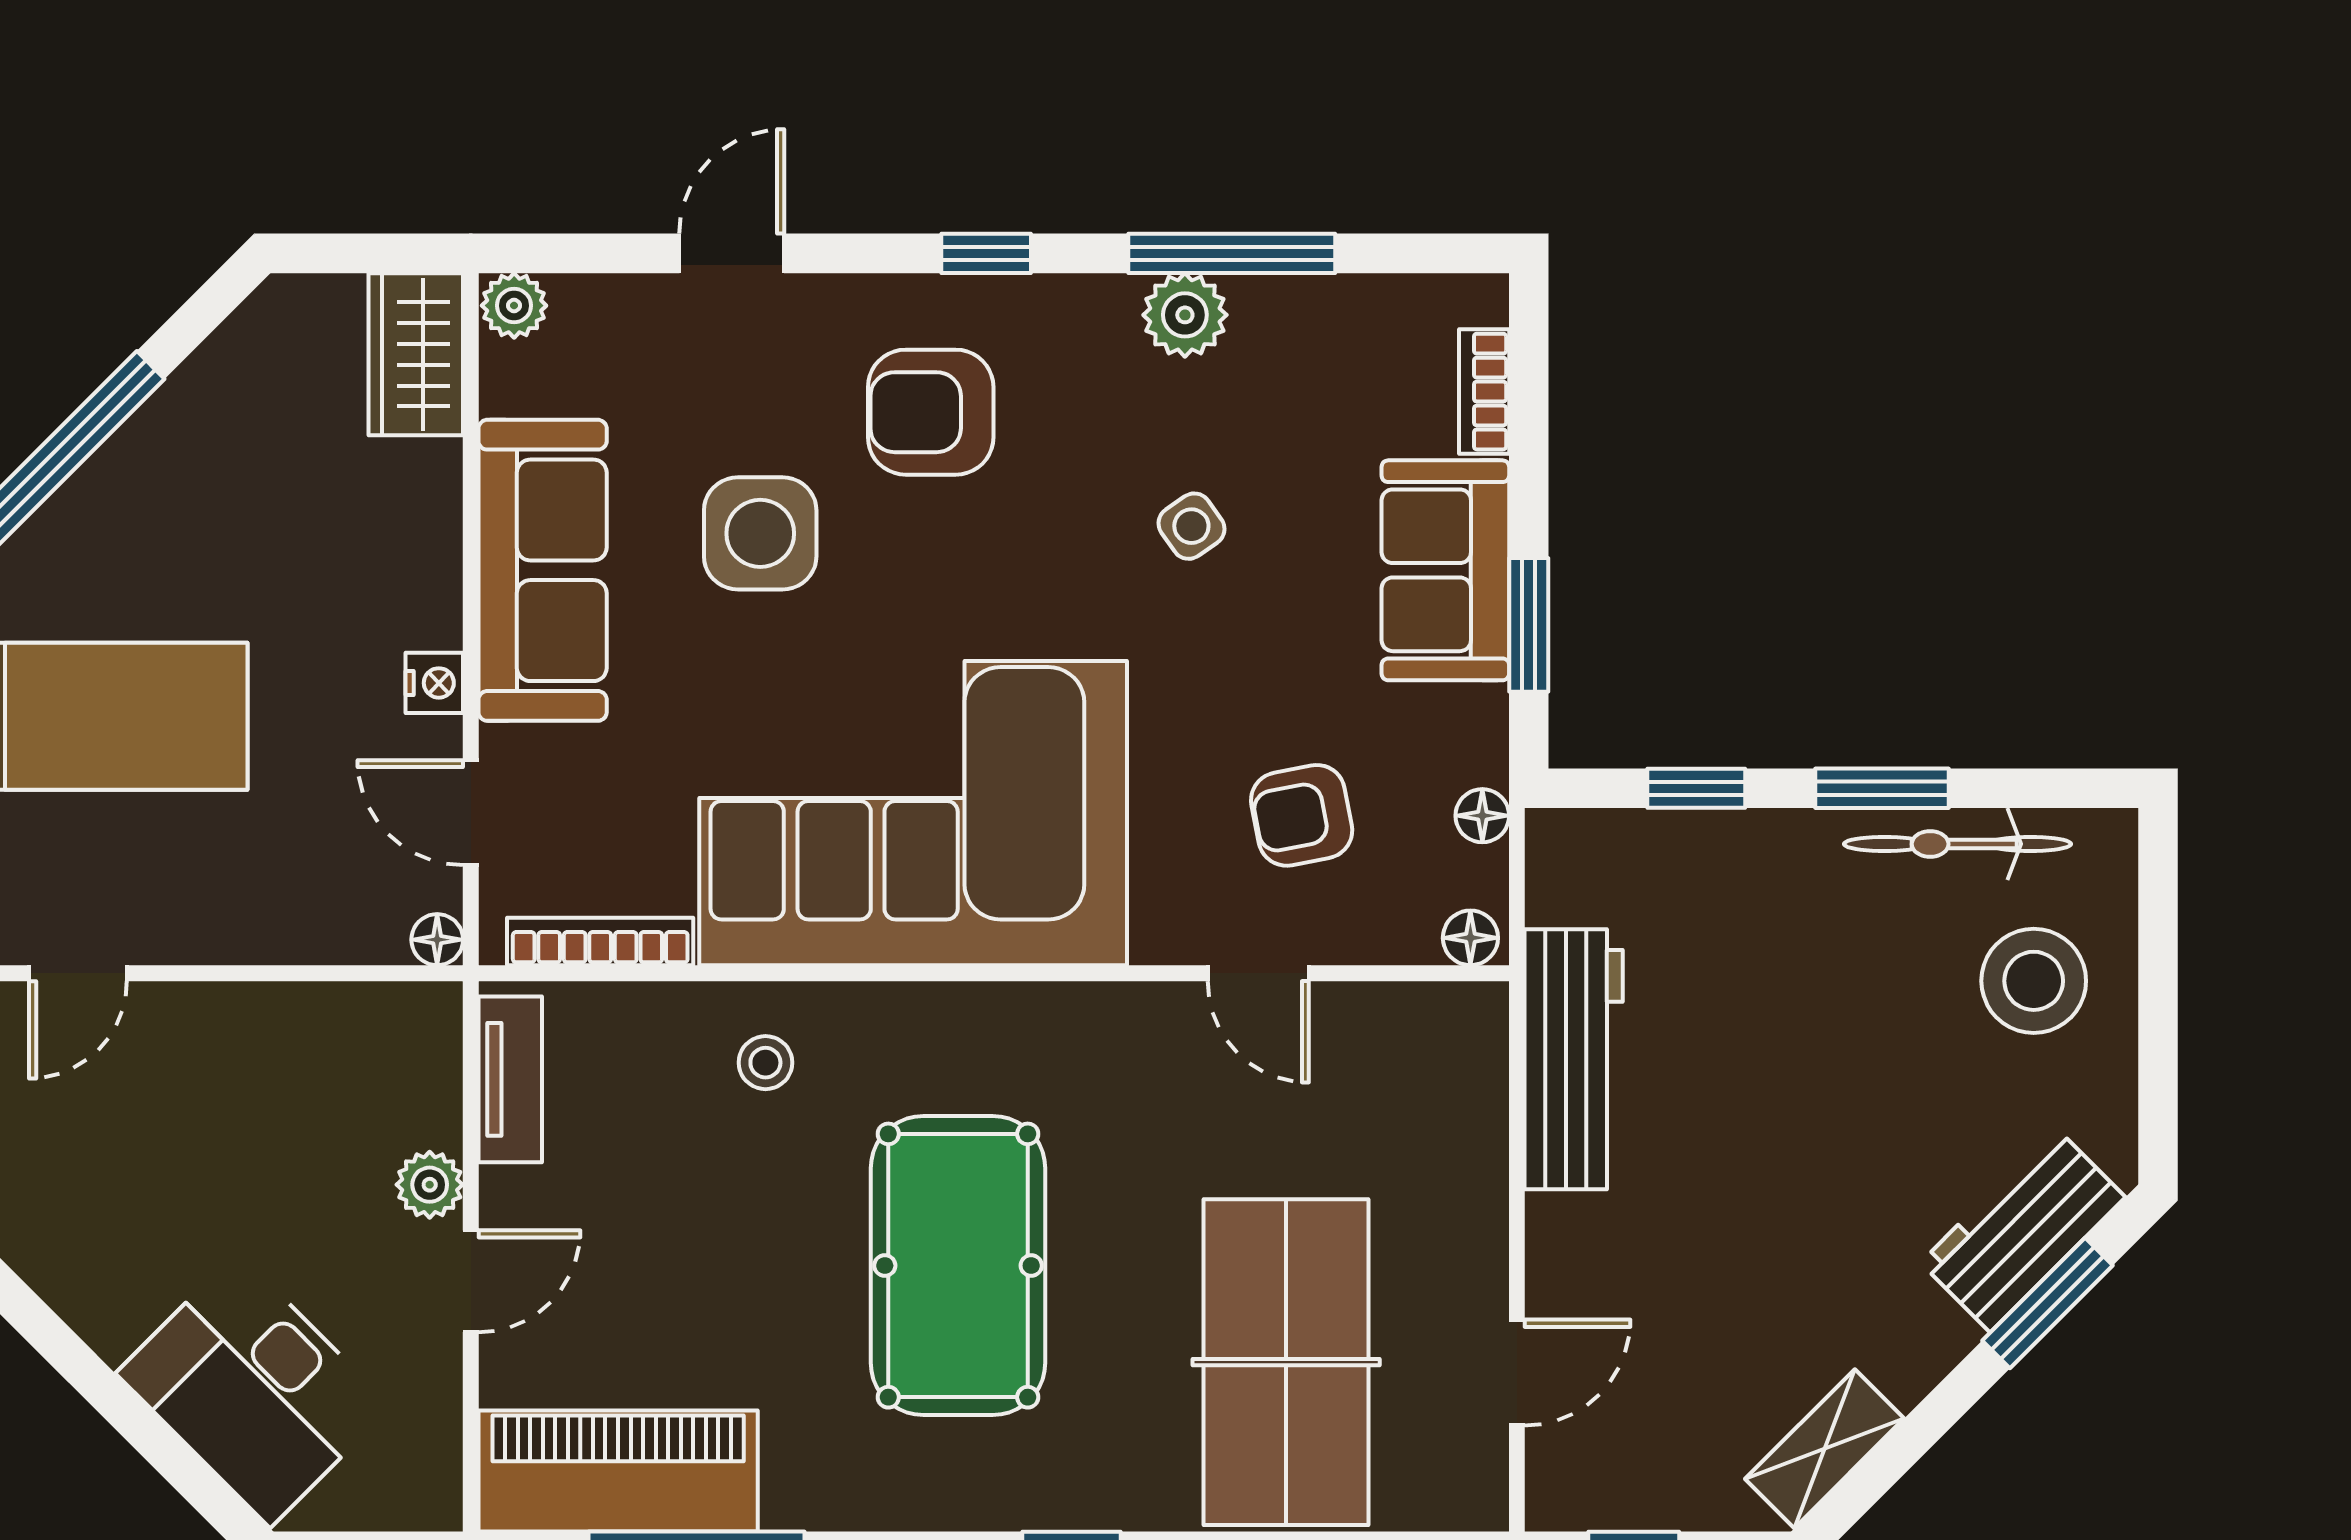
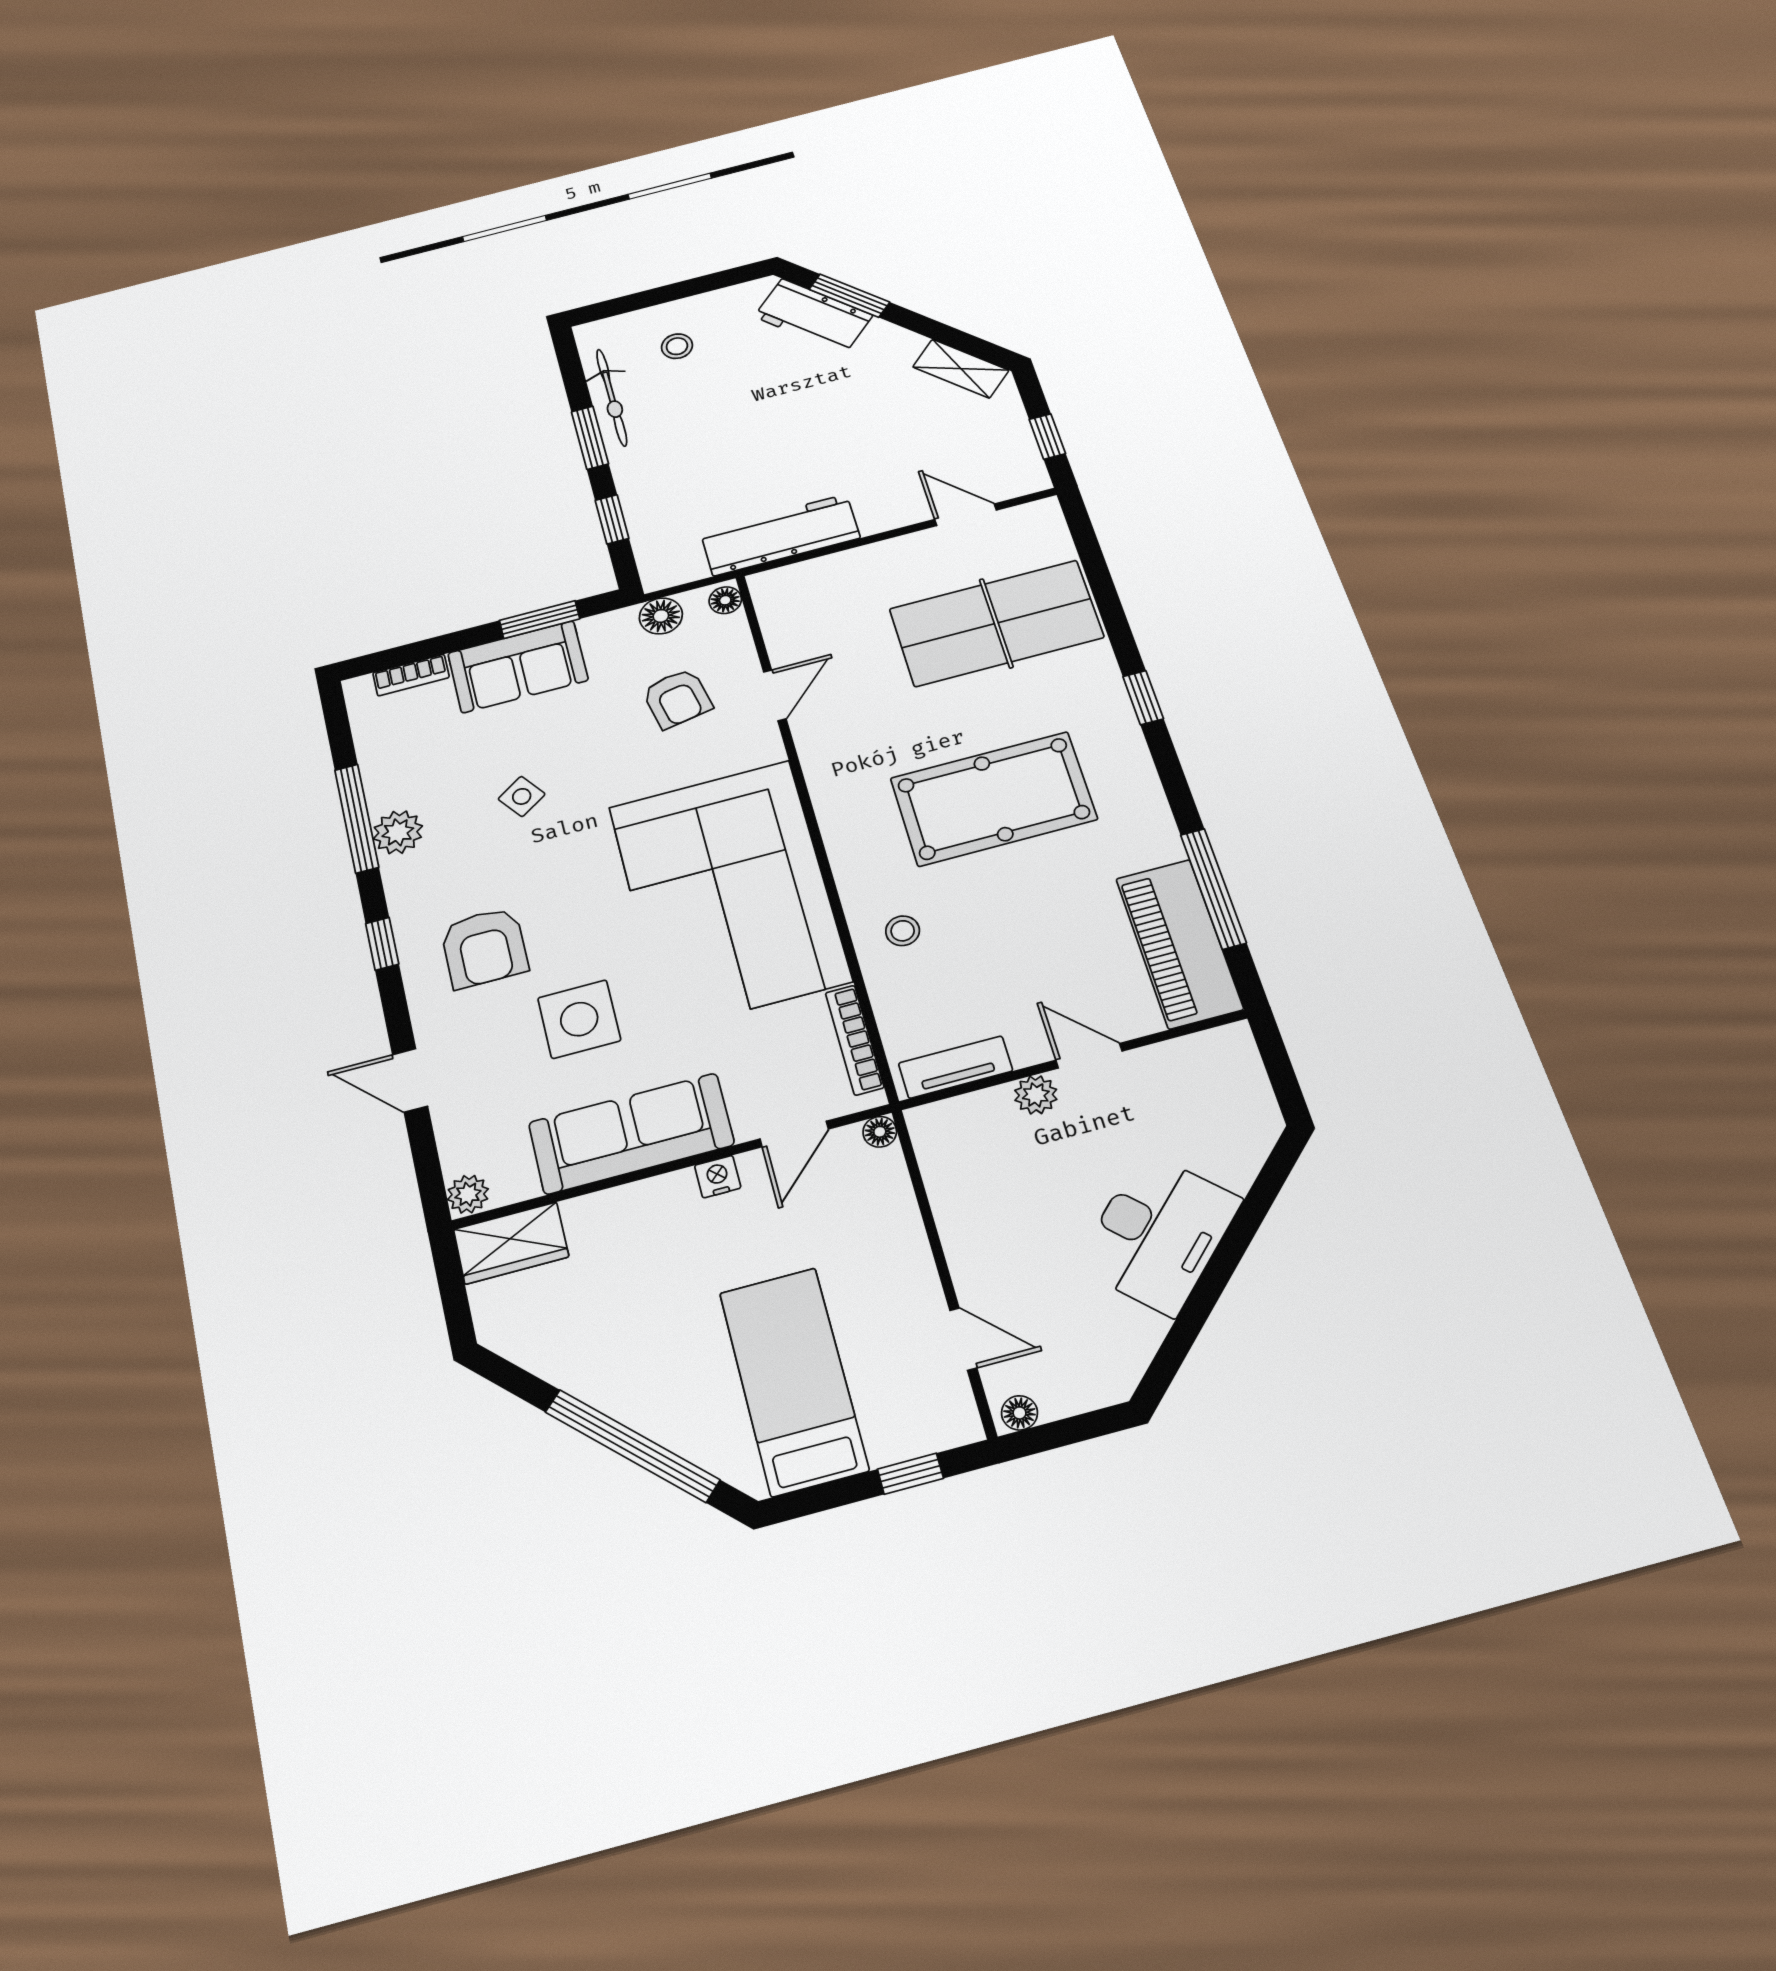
floor lamp: (1482, 816) -> (661, 616), width x1.37, depth x1.37
stool: (2034, 981) -> (677, 346), width x0.53, depth x0.53
desk: (254, 1390) -> (1158, 1233), moved

